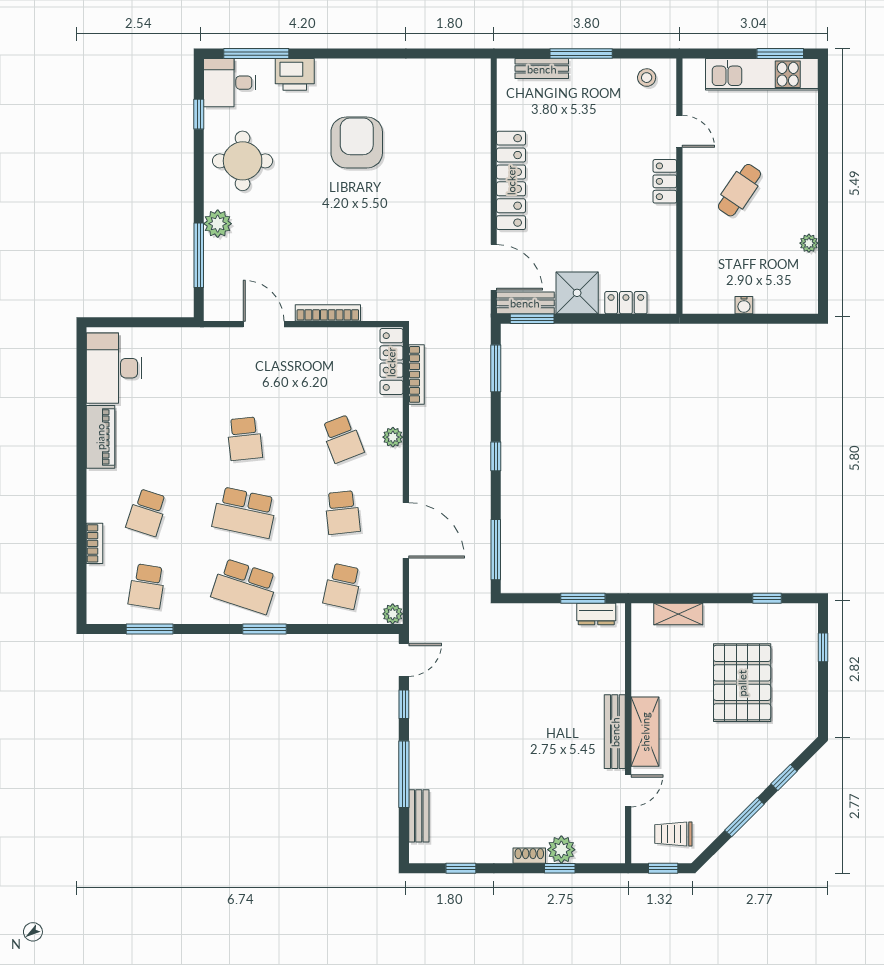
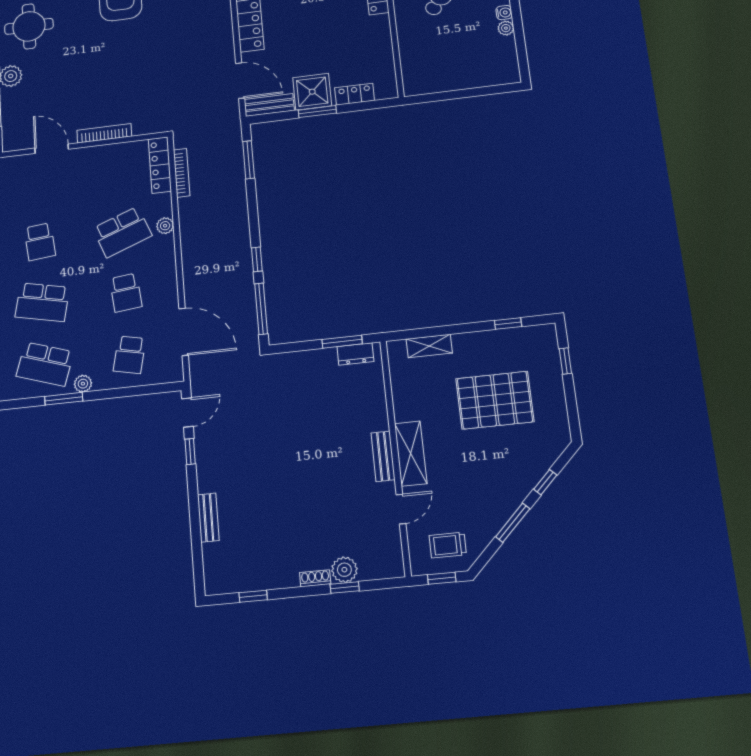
water cooler: (744, 305) -> (504, 13), moved, turned -90
window: (532, 319) -> (317, 112), moved
school desk: (342, 439) -> (122, 232), width x1.85
window: (496, 456) -> (257, 259), moved
door: (406, 530) -> (184, 332), moved
plant: (393, 614) -> (83, 384), moved
pallet: (742, 683) -> (495, 400), turned 90
bench: (615, 732) -> (383, 456), width x0.73
window: (404, 774) -> (194, 514), removed
bench: (419, 816) -> (208, 518), moved

